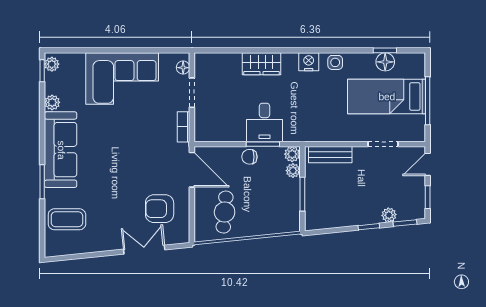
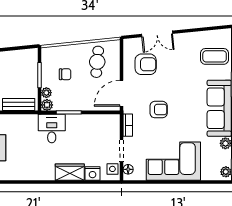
nightstand: (309, 62) -> (93, 174), moved
side table: (335, 62) -> (112, 169), moved
desk: (264, 122) -> (52, 128), moved
armchair: (142, 148) -> (159, 110), added
chair: (249, 157) -> (65, 74), moved
door: (192, 170) -> (122, 93), hinge flipped

